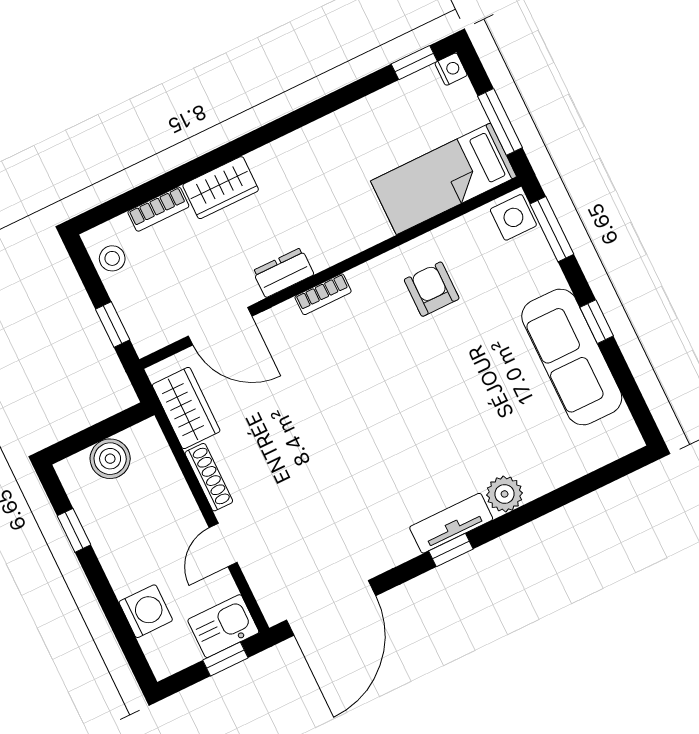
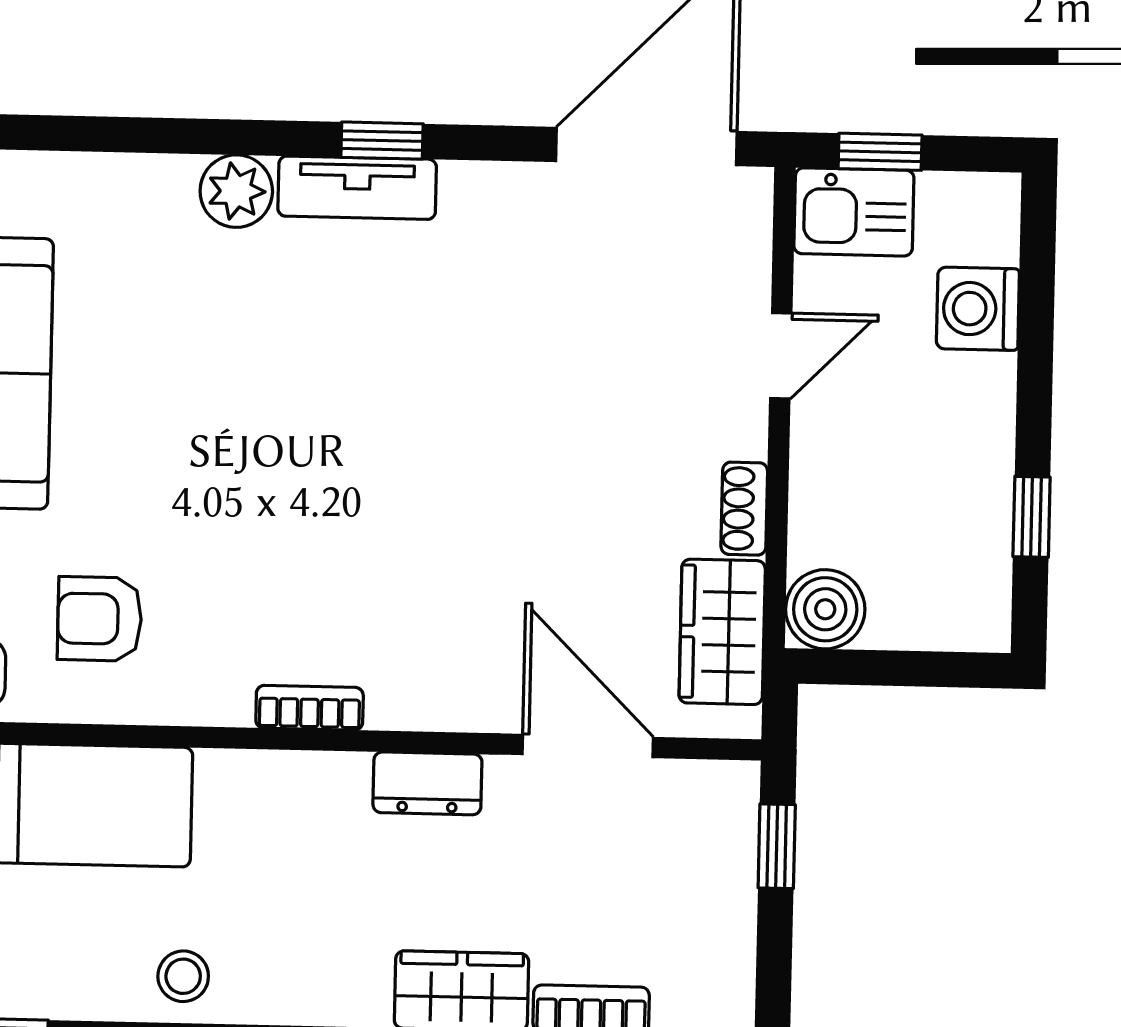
stool: (112, 258) -> (183, 976), moved
armchair: (432, 289) -> (100, 619), moved, turned 90
bookcase: (323, 294) -> (310, 708), moved
boiler: (110, 459) -> (825, 609), moved
shoe rack: (209, 477) -> (744, 509), width x0.70

